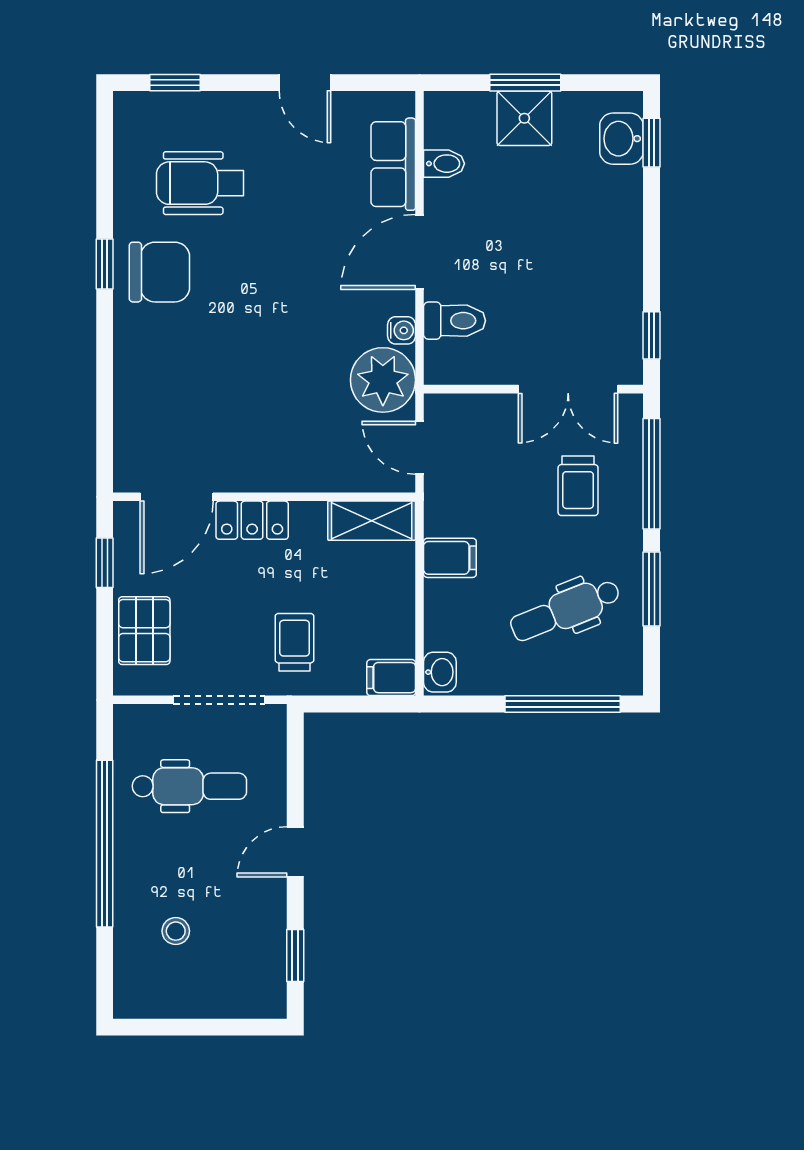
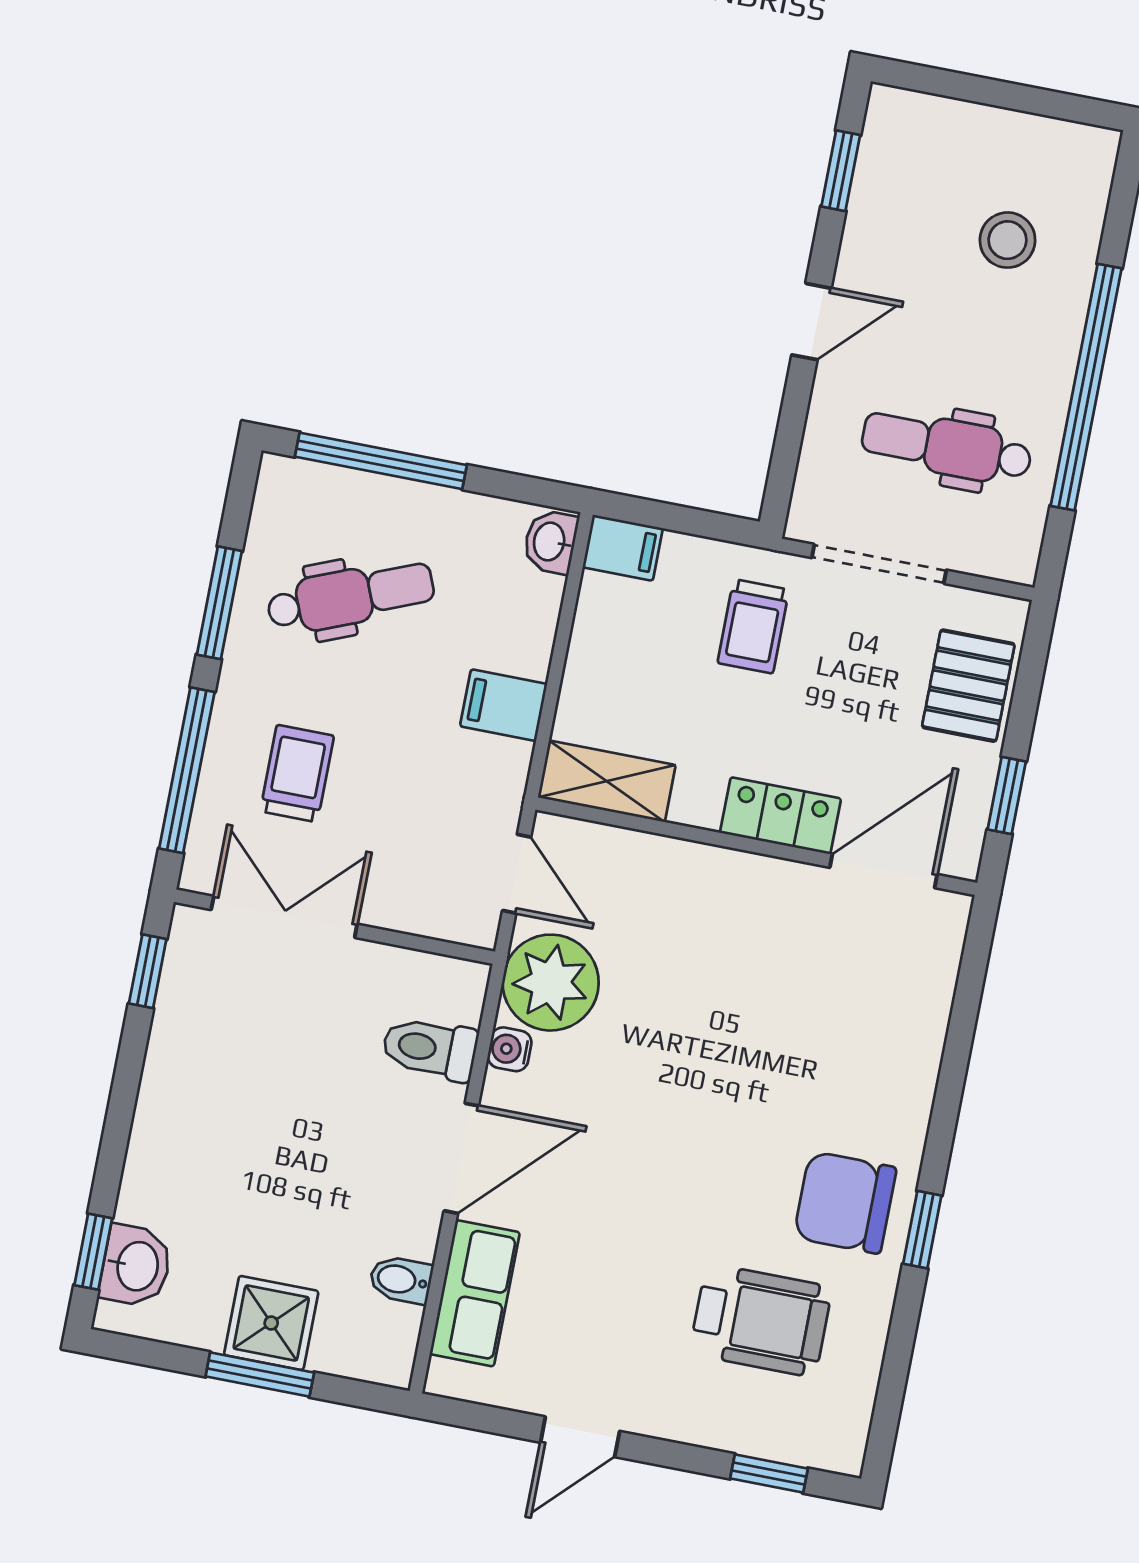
door: (305, 83) -> (580, 1437), swing flipped
stool: (176, 931) -> (1007, 240), width x1.37, depth x1.37

